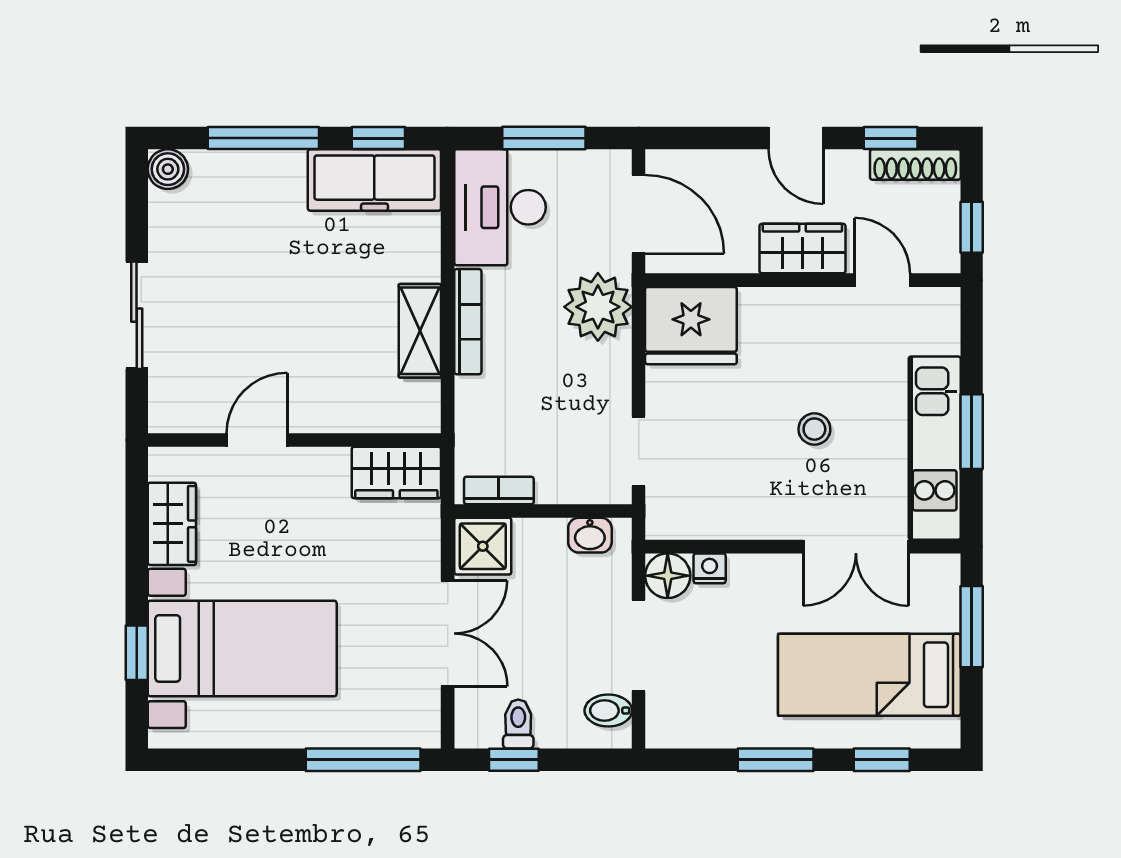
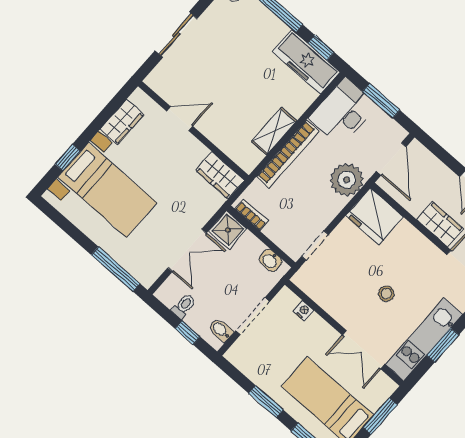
bookcase: (468, 322) -> (288, 154), width x1.48, depth x1.31
floor lamp: (668, 576) -> (286, 300), removed
window: (514, 760) -> (188, 333), moved

